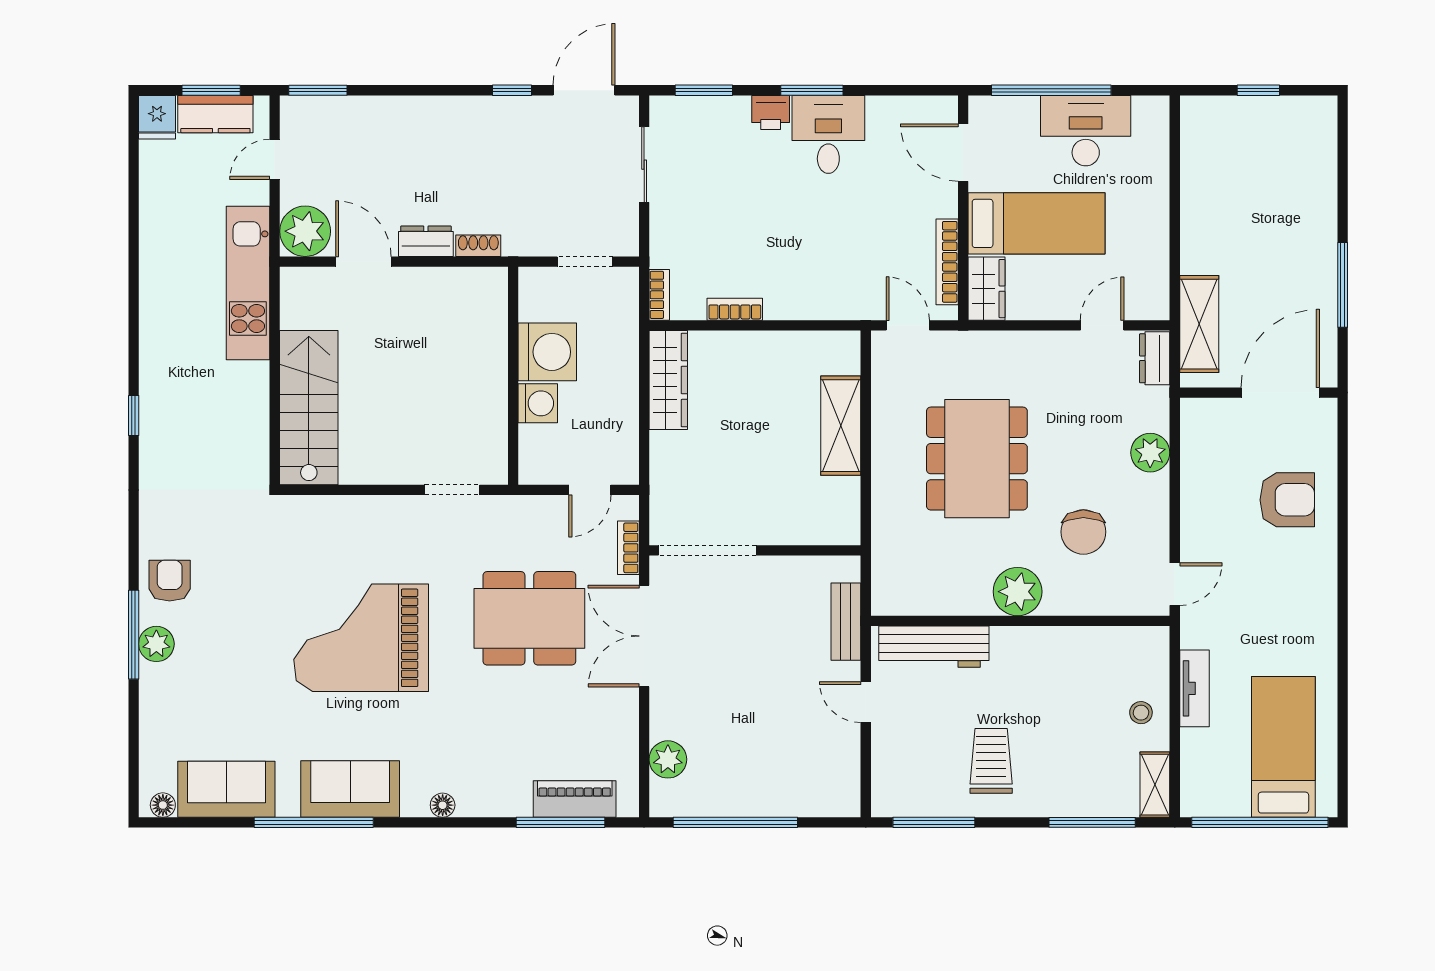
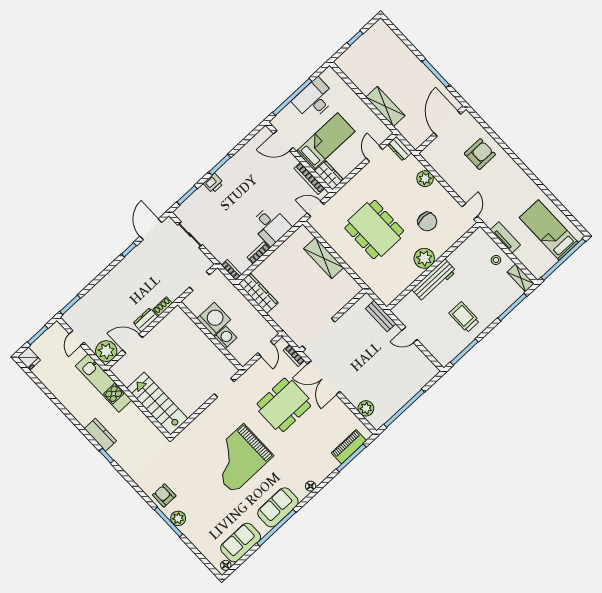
kitchen counter: (215, 114) -> (100, 435), moved, turned -90
desk: (828, 134) -> (271, 226), moved, turned 180
shelving: (1199, 324) -> (385, 106), moved
workbench: (934, 647) -> (434, 280), moved

